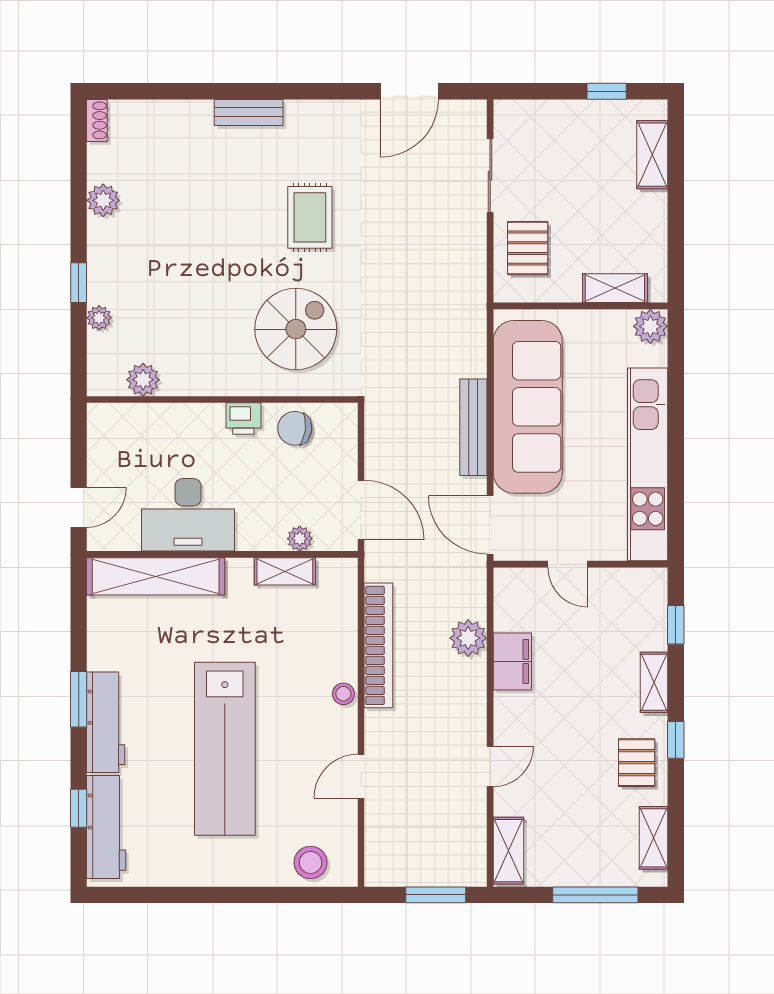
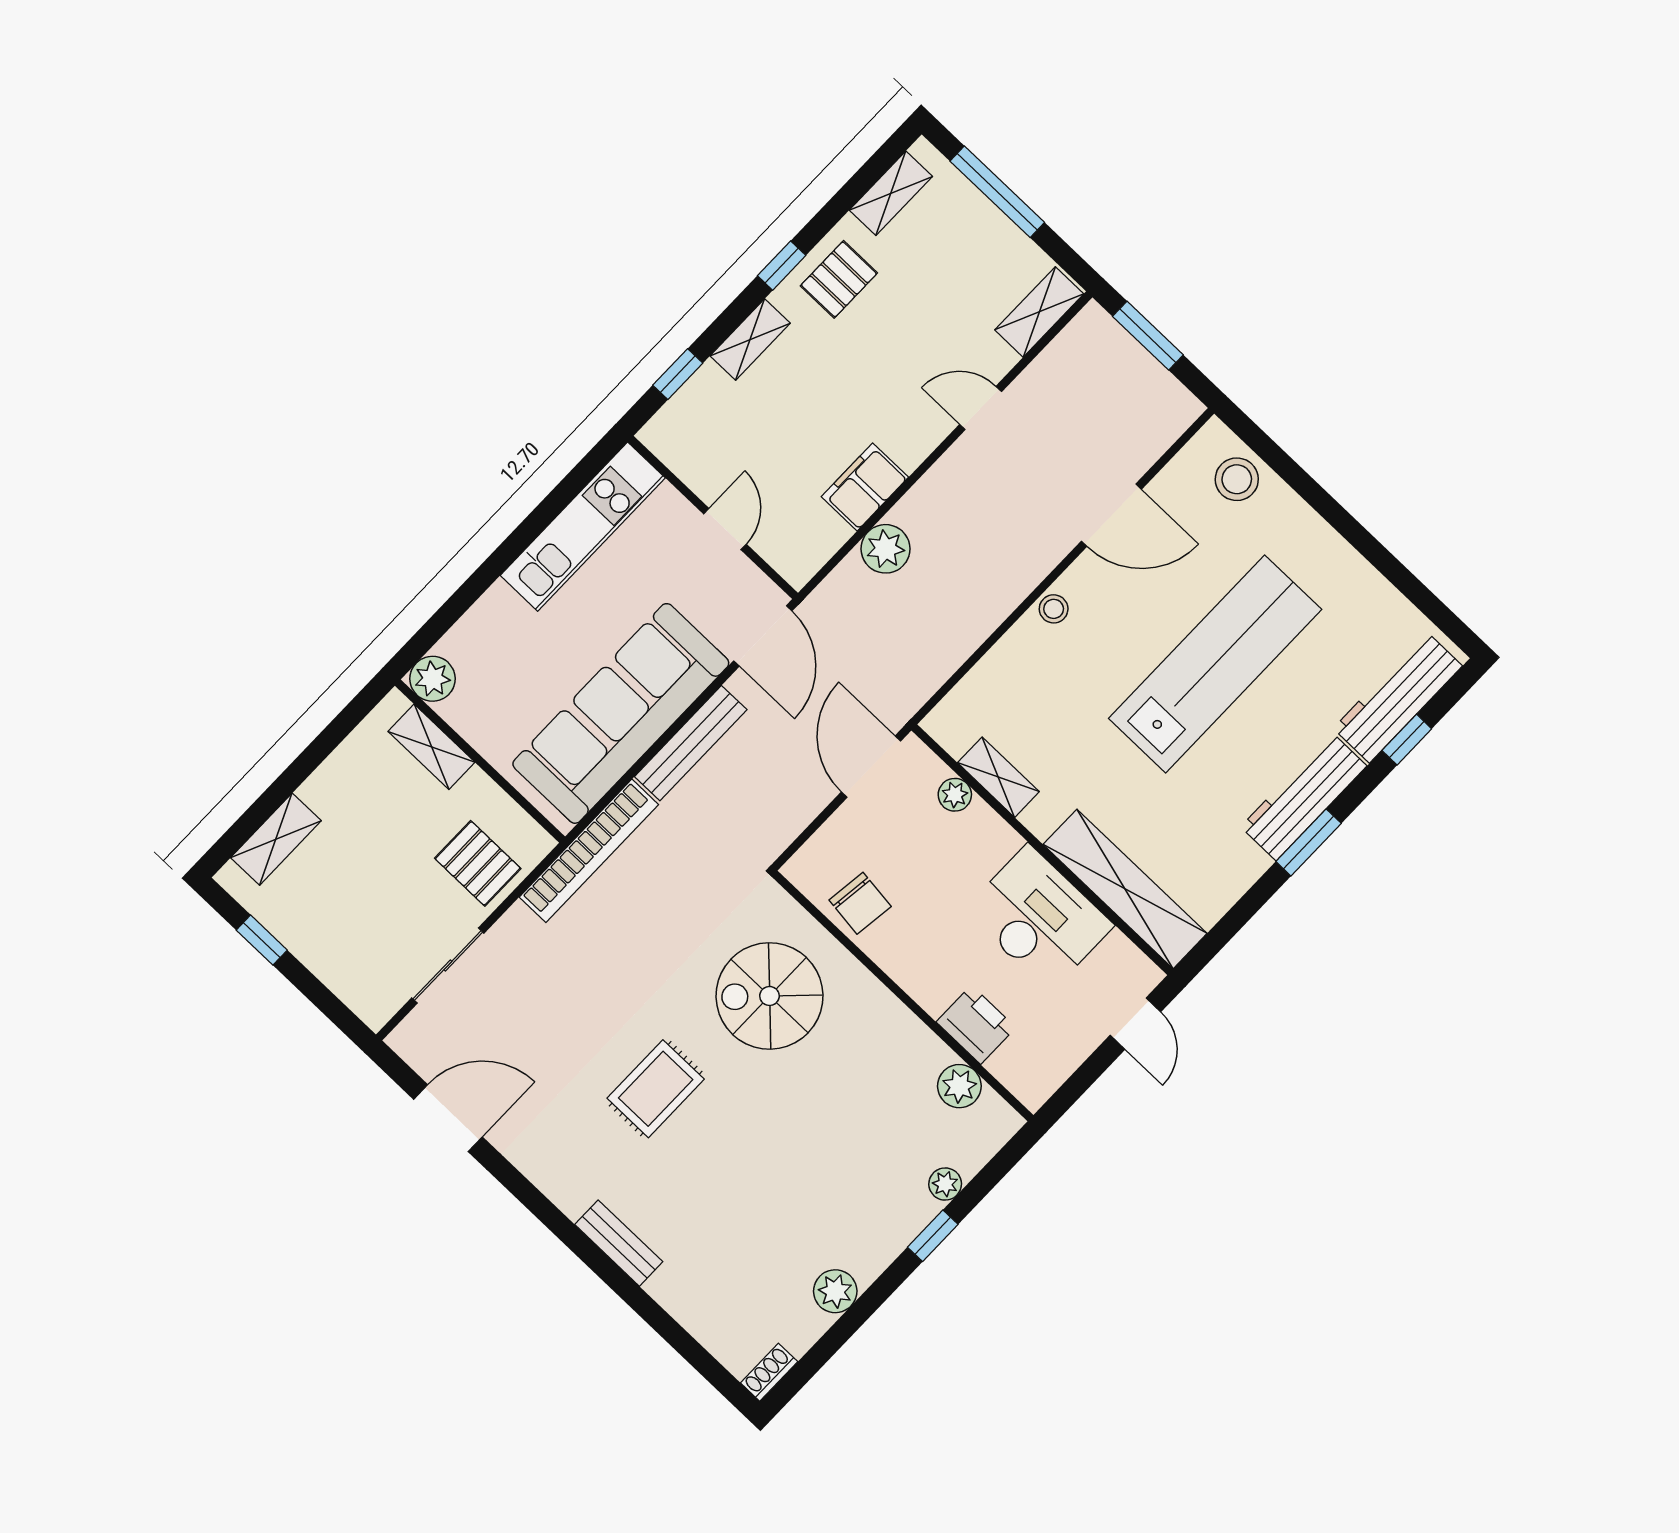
pallet: (528, 248) -> (478, 863), turned 90
printer: (243, 419) -> (976, 1025), moved, width x1.36, depth x1.24
kitchen unit: (648, 464) -> (583, 527), width x0.73
door: (79, 507) -> (1135, 1024), swing flipped
bookcase: (378, 645) -> (589, 851), moved, turned 180
door: (361, 776) -> (1111, 515), width x1.37

